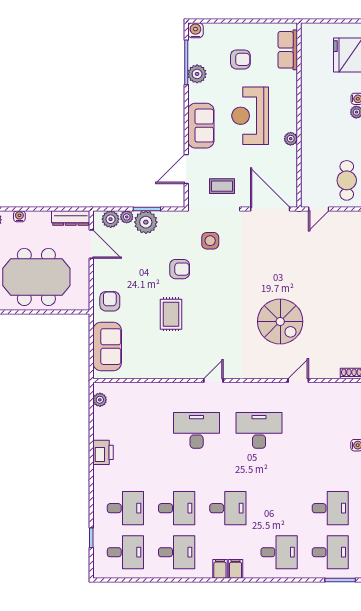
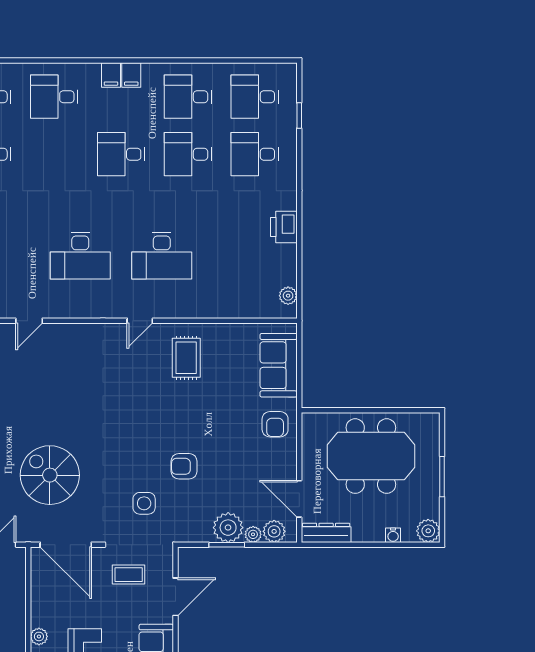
rug: (171, 314) -> (186, 358), moved
spiral stairs: (280, 321) -> (50, 475), moved

